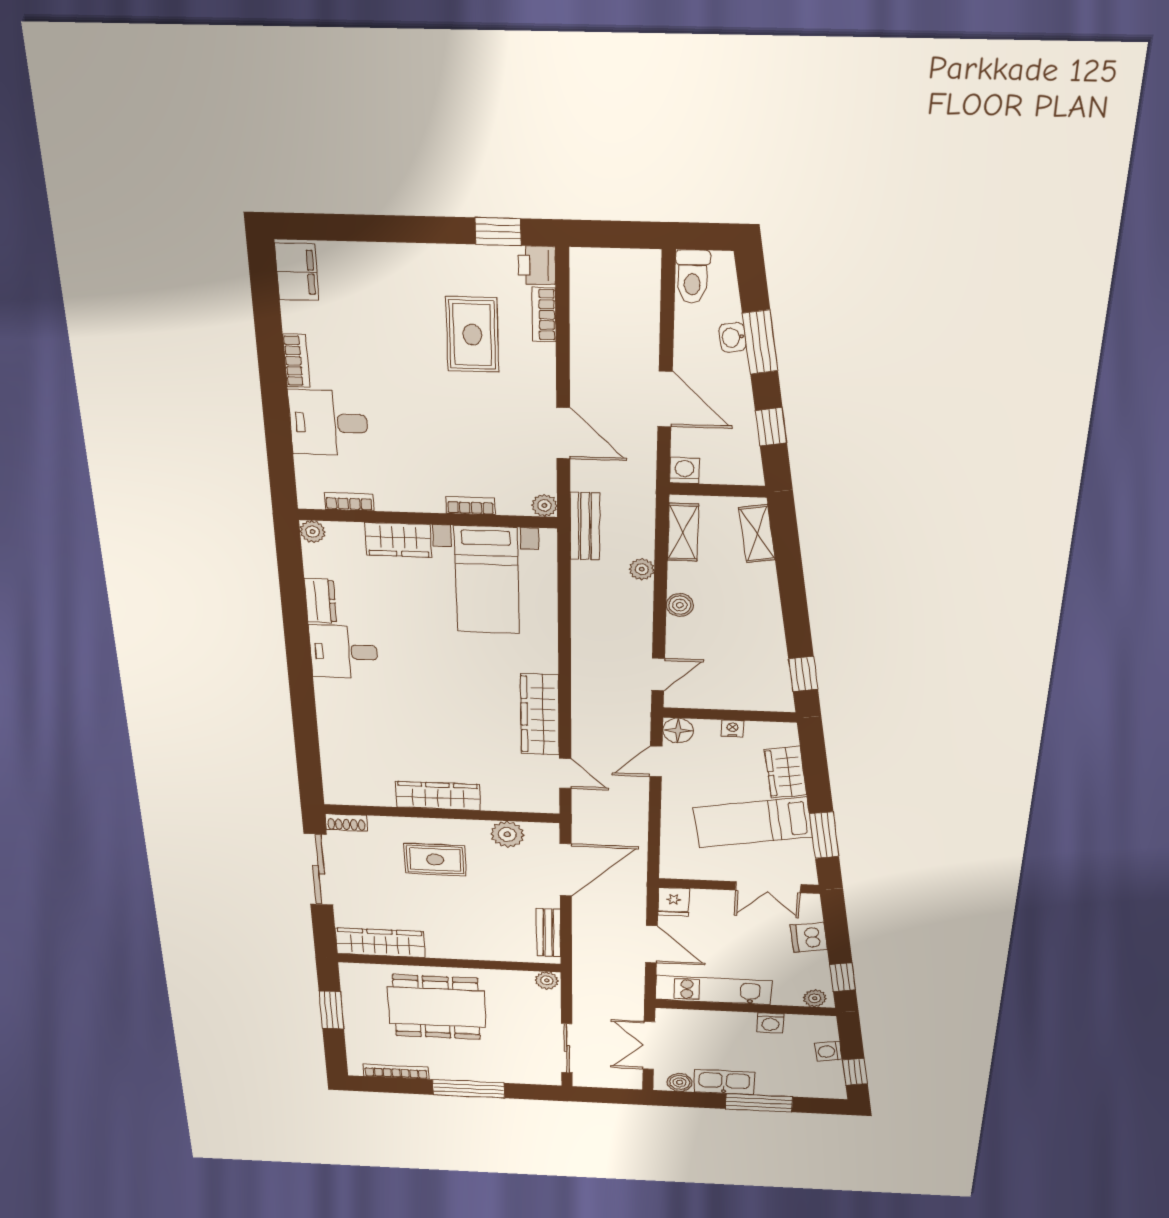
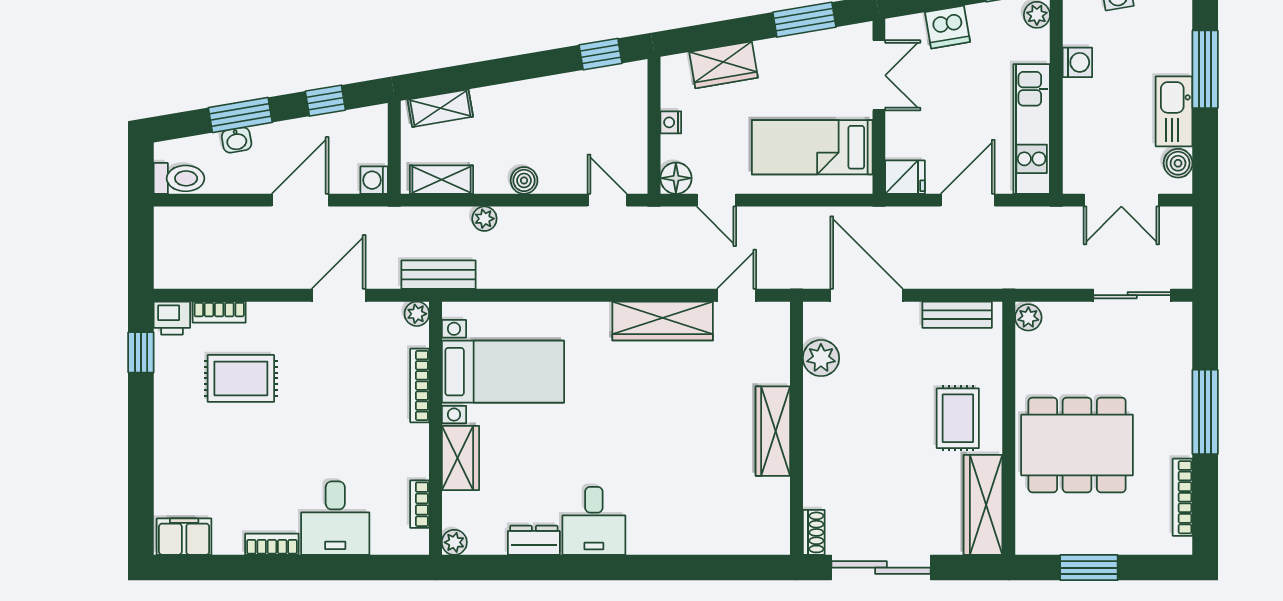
bookcase: (471, 506) -> (420, 386), width x1.56
bed: (753, 822) -> (812, 147), moved, turned 100
rug: (435, 860) -> (958, 418), moved
dining table: (437, 1007) -> (1077, 445), turned 90

